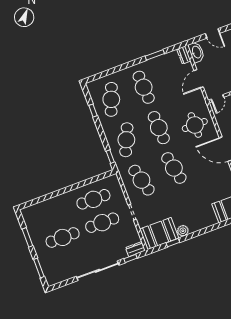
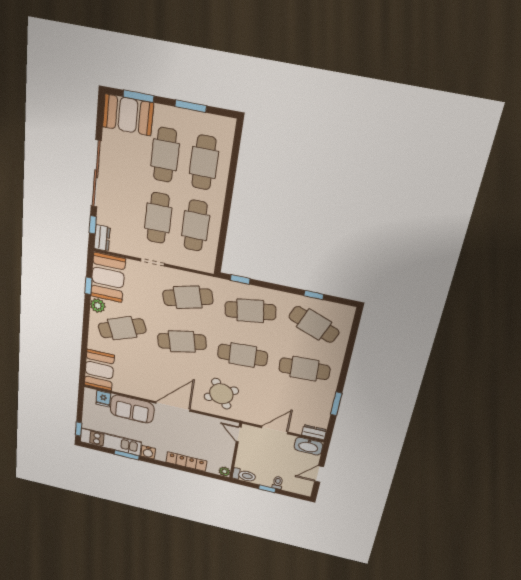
door: (199, 79) -> (275, 430), hinge flipped
round table: (195, 125) -> (221, 394), turned -30
cafe table: (126, 140) -> (250, 311), turned -33
cafe table: (189, 208) -> (122, 328), added
cafe table: (54, 214) -> (204, 163), added
booth: (53, 269) -> (128, 115), added

